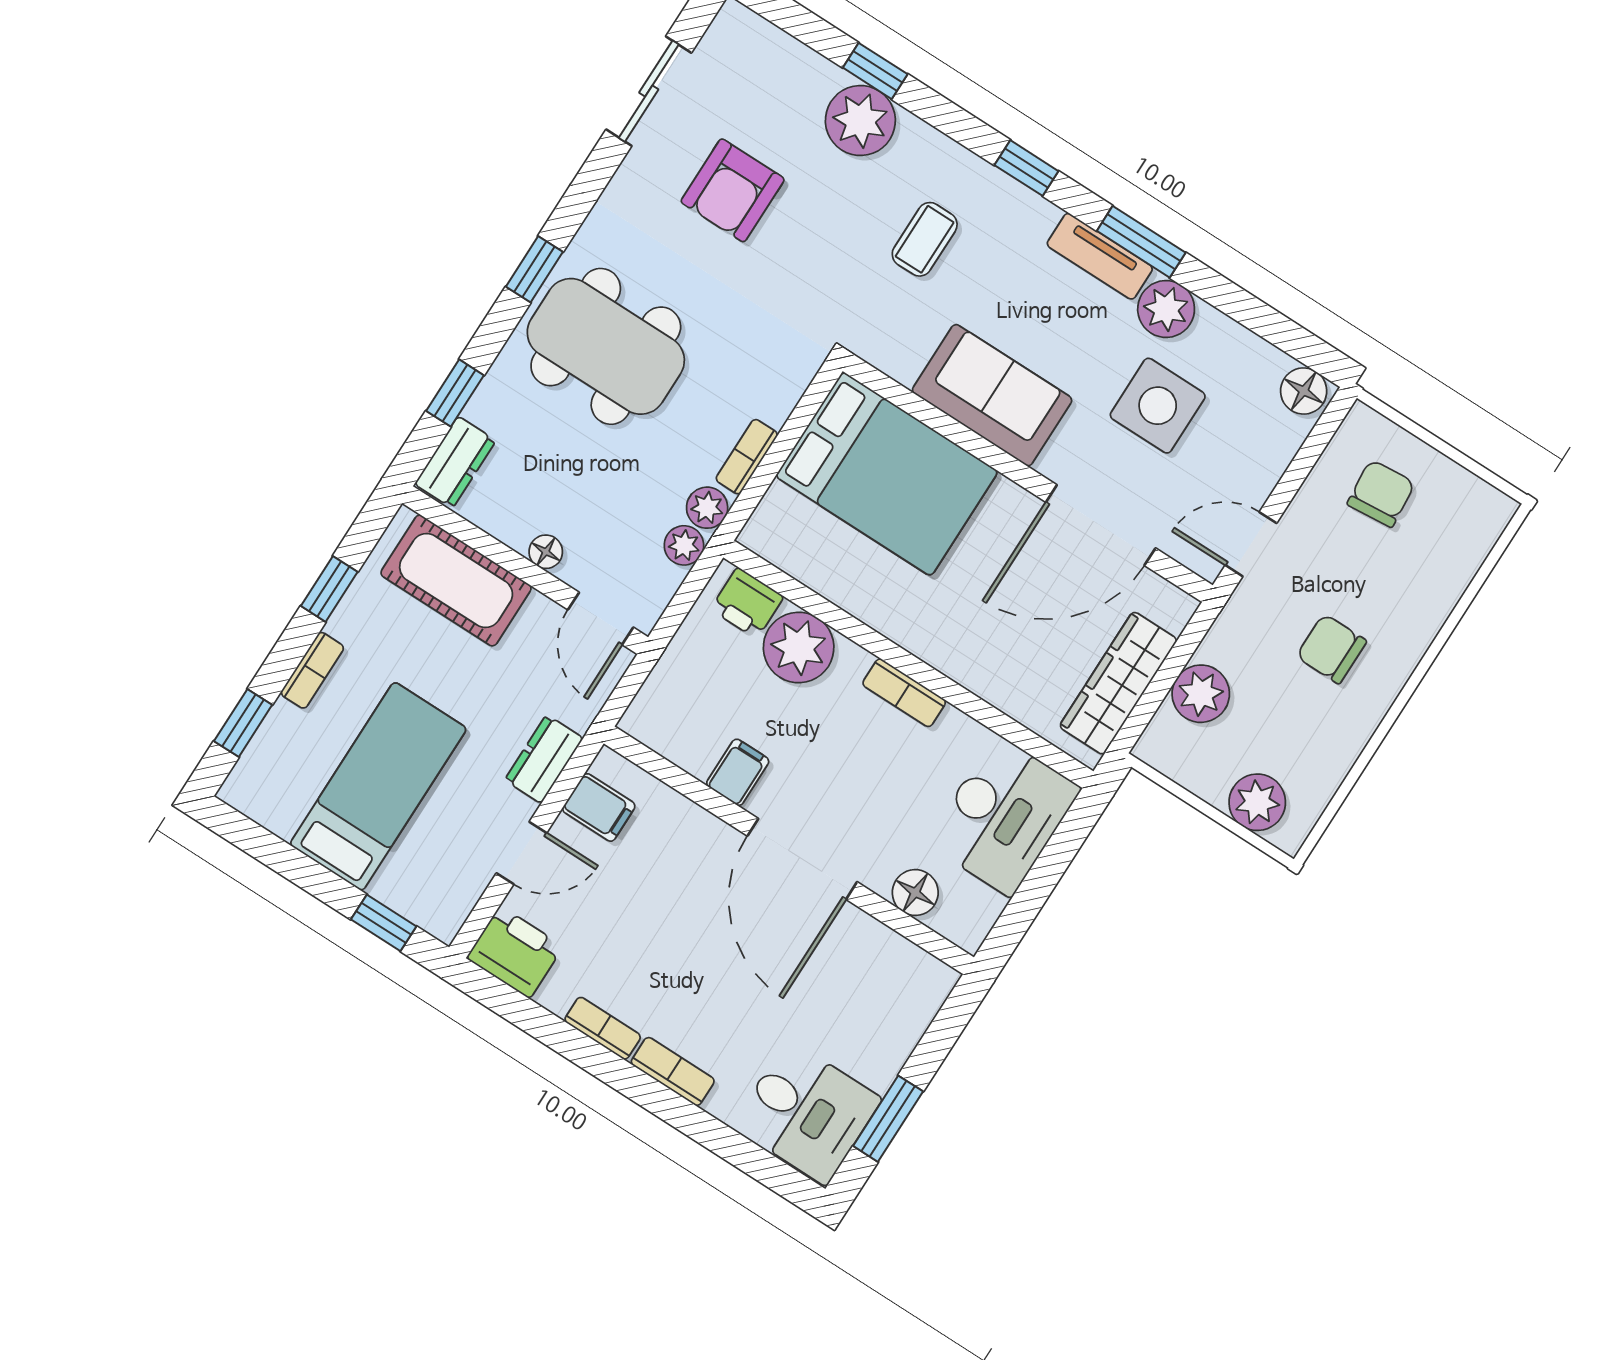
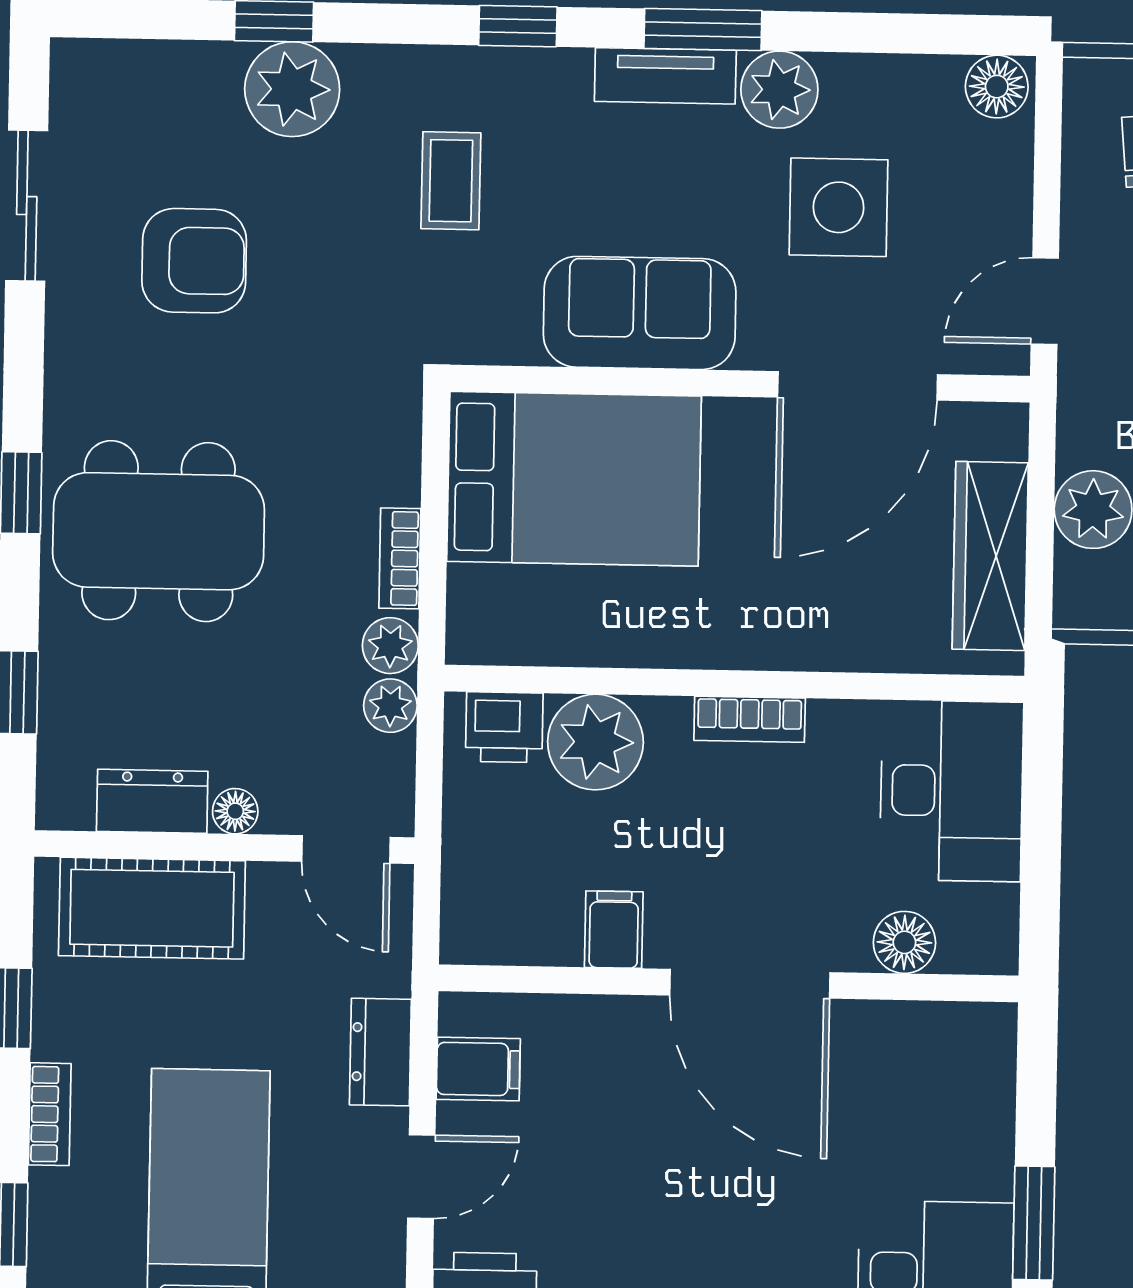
armchair: (733, 190) -> (194, 261), turned -90
dresser: (455, 462) -> (152, 801), moved, turned -90

